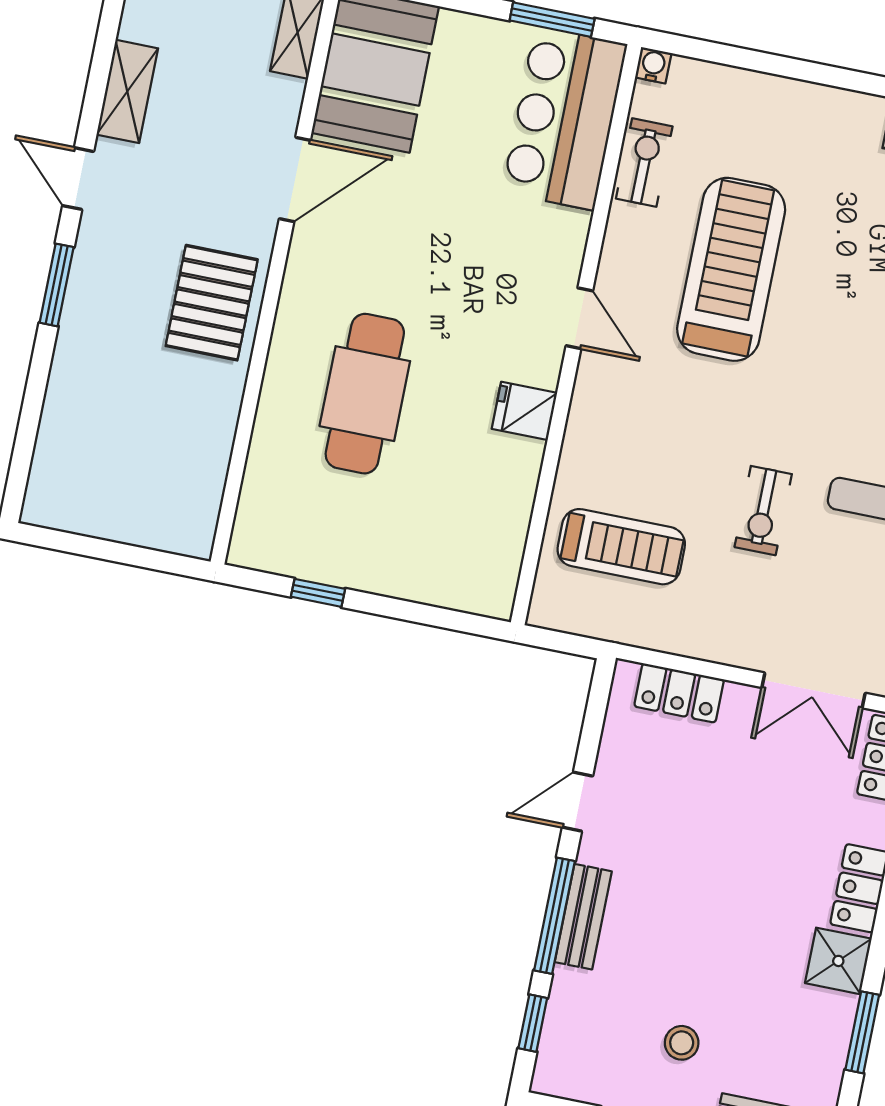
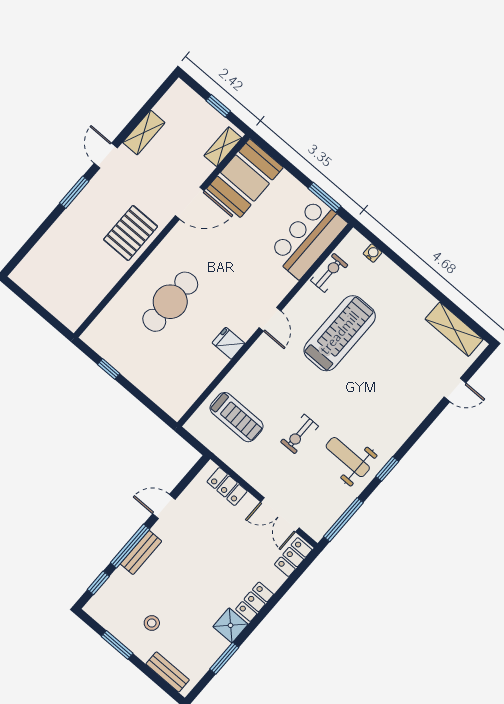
water cooler: (653, 65) -> (373, 253), moved

